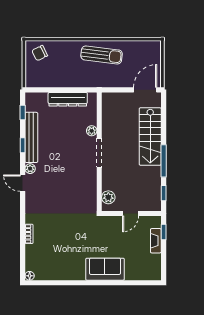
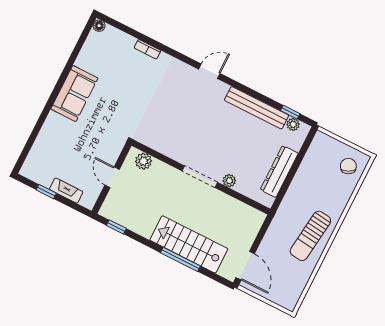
window: (23, 145) -> (253, 93), removed
window: (164, 161) -> (180, 259), moved
plant: (30, 169) -> (293, 124), moved
window: (164, 232) -> (46, 192), moved
sofa: (105, 269) -> (74, 94), moved

